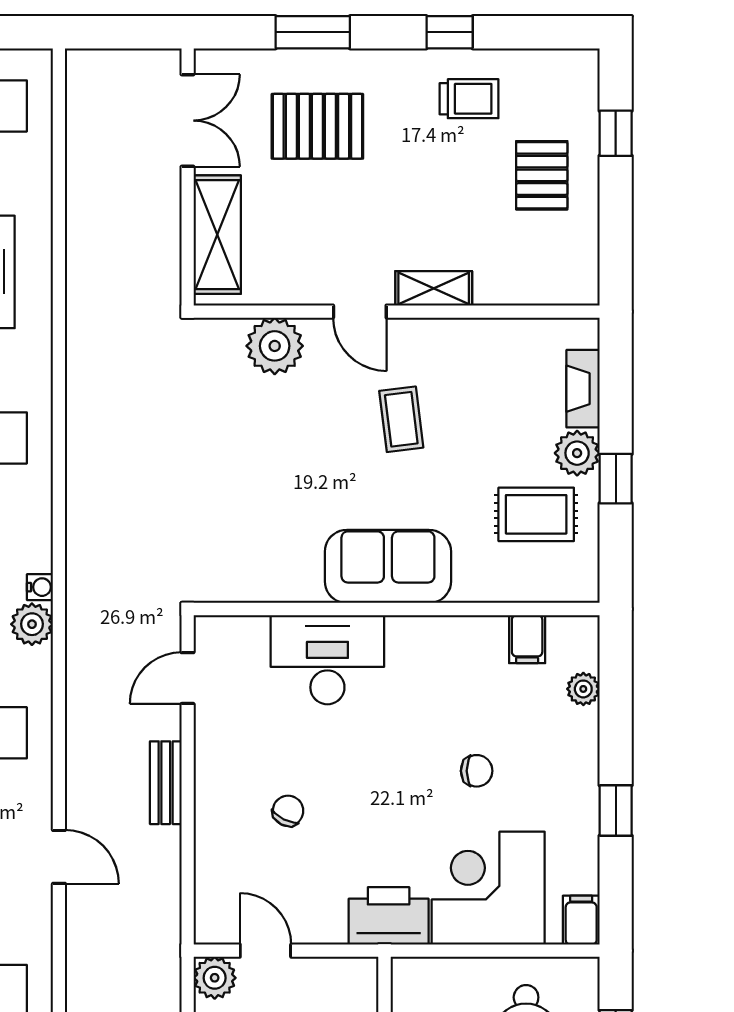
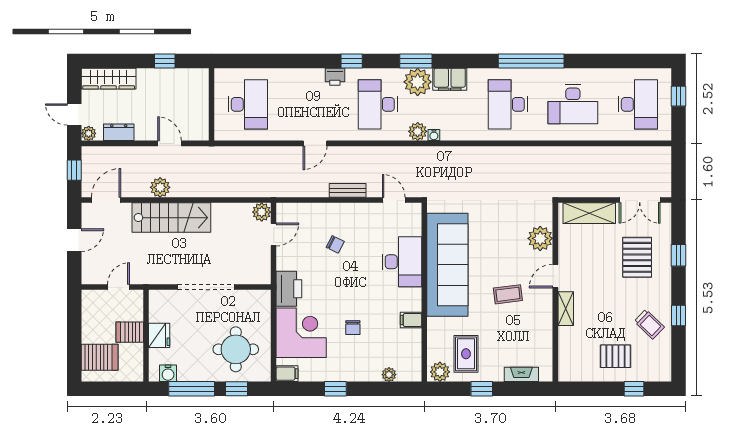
window: (313, 32) -> (679, 255), width x0.67
trolley: (469, 99) -> (649, 324), turned -46
plant: (577, 453) -> (440, 372), moved
sofa: (388, 566) -> (447, 265), width x1.85, depth x1.27
filing cabinet: (527, 639) -> (411, 320), moved

